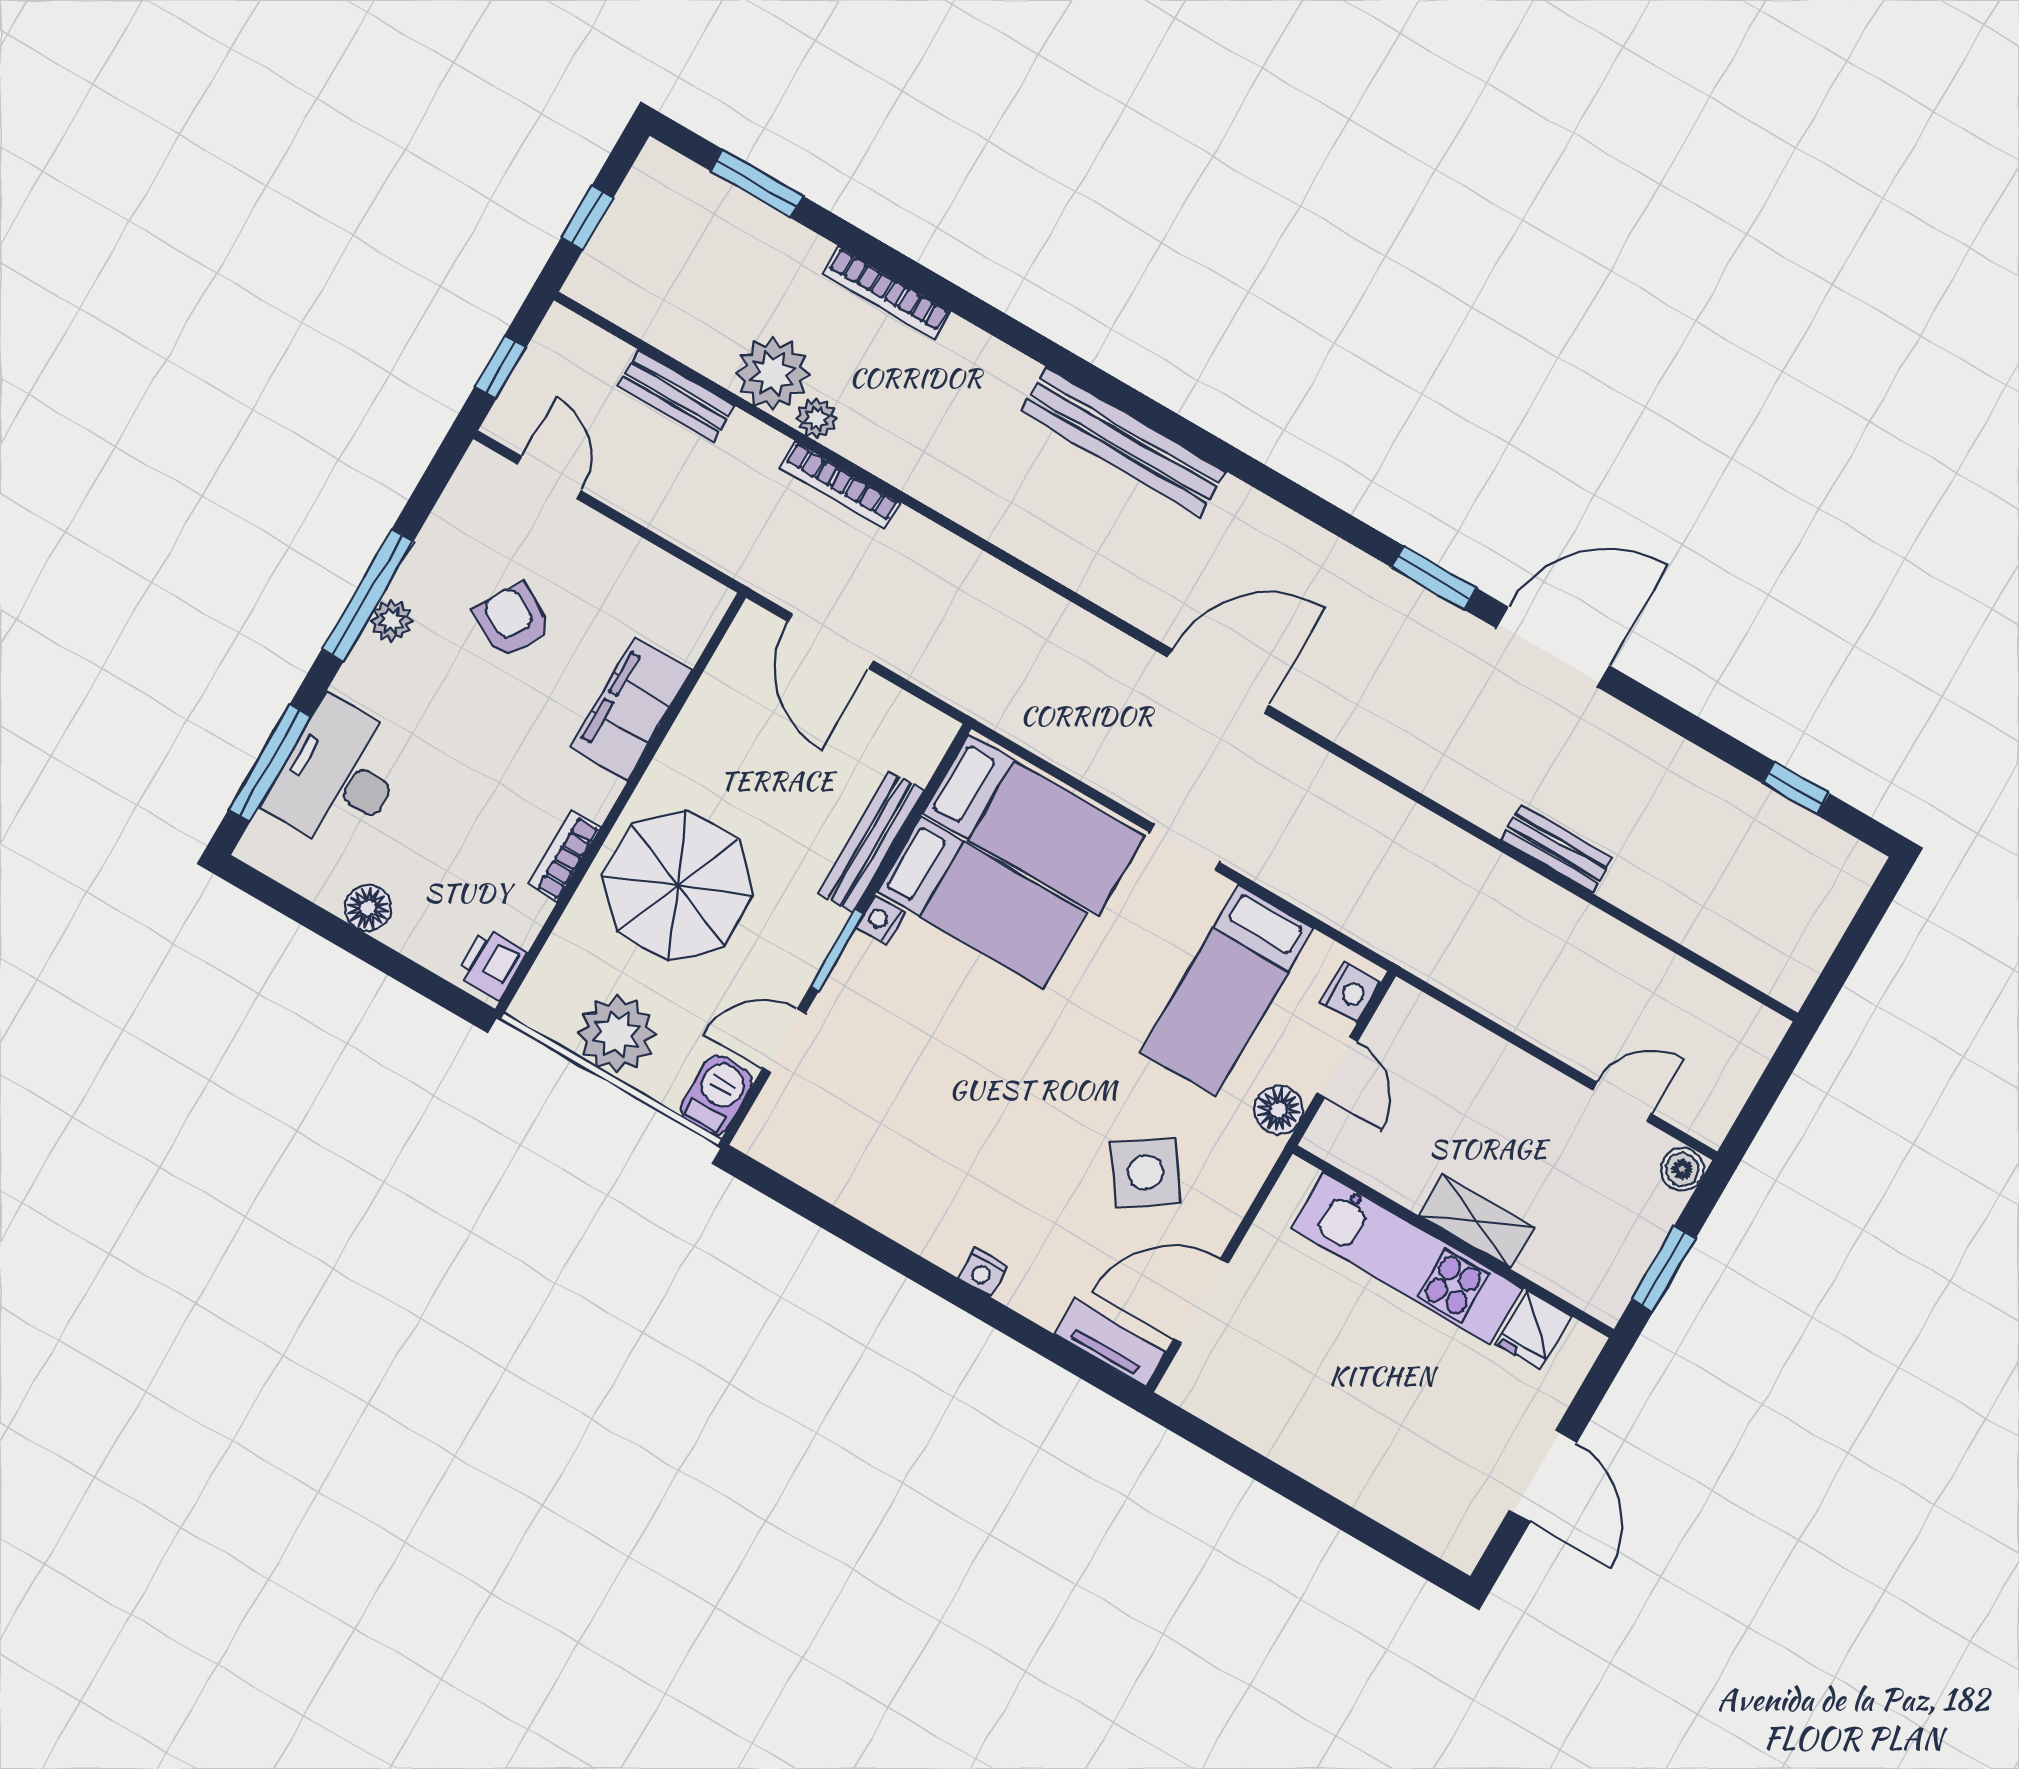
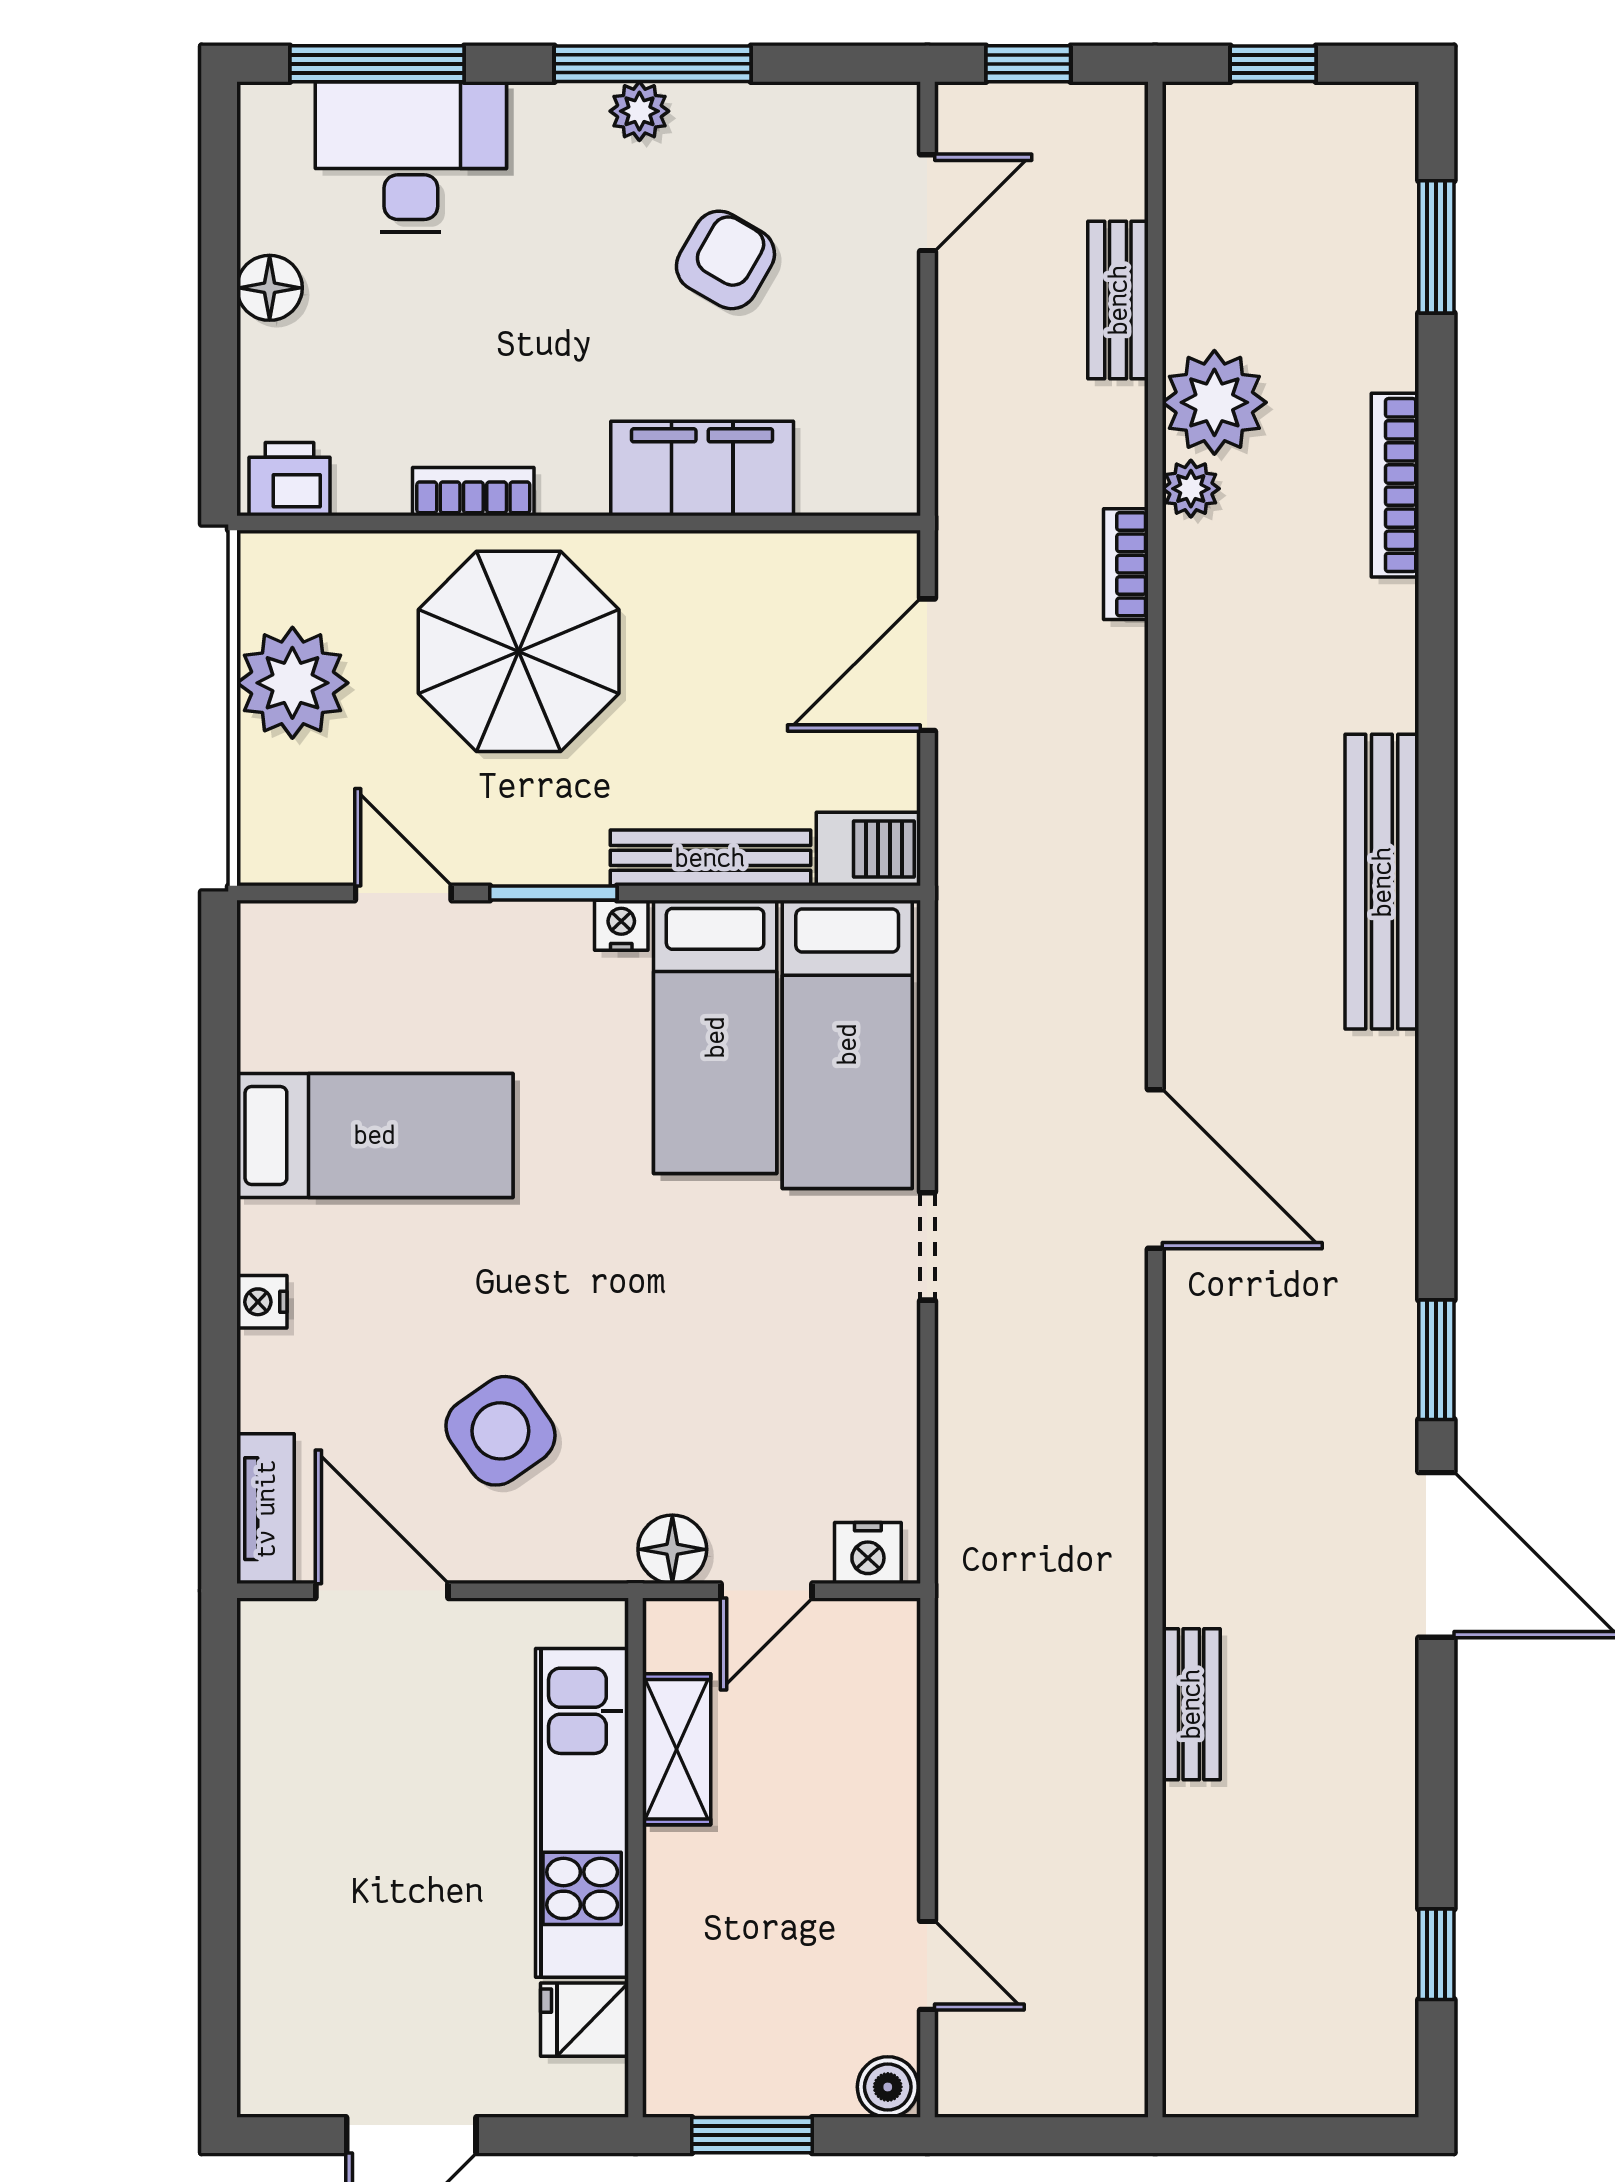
bookcase: (840, 485) -> (1126, 564), width x0.64
bed: (1227, 990) -> (375, 1135), moved, turned 180
barbecue: (717, 1095) -> (868, 849), moved
shelving: (1477, 1222) -> (677, 1749), moved

